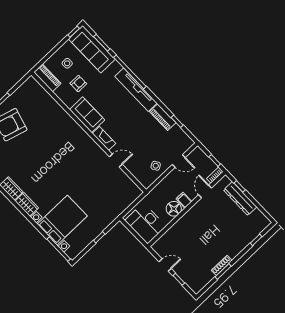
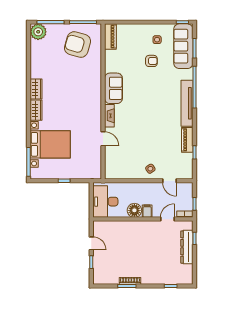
piano: (47, 78) -> (110, 37), moved
sofa: (87, 115) -> (113, 88), moved
wall: (89, 132) -> (103, 101), moved
fireplace: (104, 138) -> (109, 116), moved
door: (116, 160) -> (103, 139), moved

